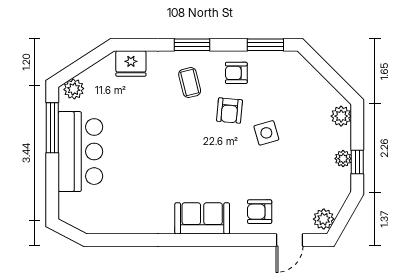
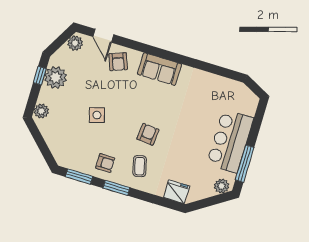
window: (192, 45) -> (116, 188), moved
armchair: (230, 111) -> (148, 134), moved
plant: (343, 159) -> (56, 78), width x1.87, depth x1.87
armchair: (260, 212) -> (118, 62), turned 69
door: (289, 240) -> (103, 36), swing flipped

